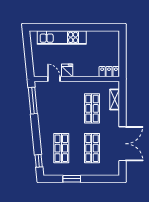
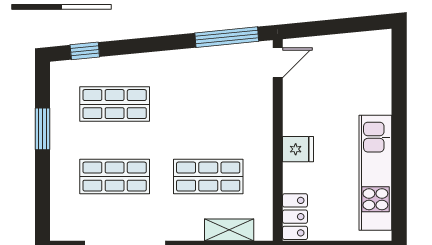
kitchen unit: (62, 37) -> (375, 173), moved
fridge: (67, 70) -> (298, 149), moved
door: (54, 79) -> (278, 63), moved

